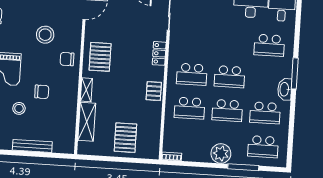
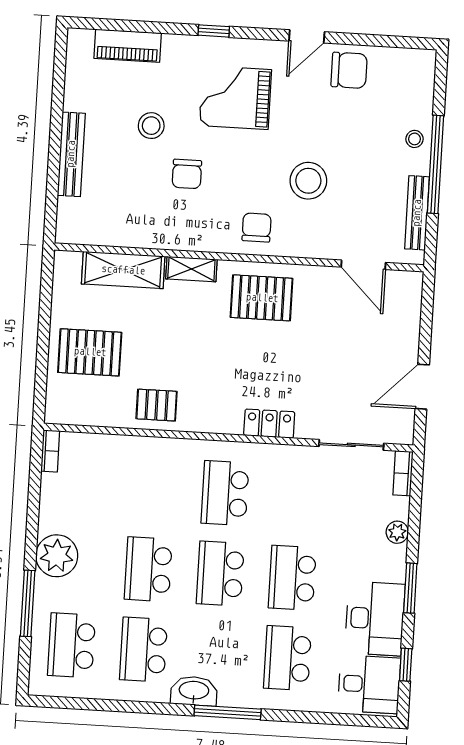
pallet: (154, 91) -> (157, 405), moved
school desk: (190, 108) -> (292, 578), moved

